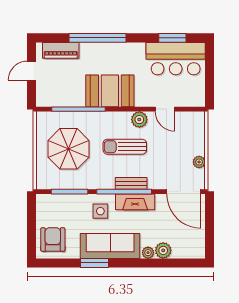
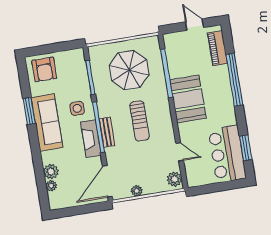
door: (165, 109) -> (180, 152), swing flipped
plant: (139, 120) -> (175, 179), moved
sun lounger: (125, 147) -> (139, 121), turned 180
armchair: (53, 239) -> (44, 69), turned 90
plant: (148, 253) -> (51, 186), moved

